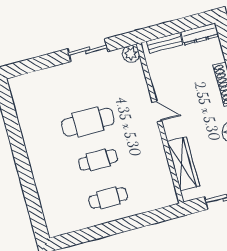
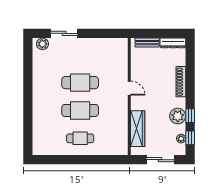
sliding door: (87, 50) -> (64, 33), moved
plant: (131, 54) -> (42, 44), moved
cafe table: (98, 160) -> (80, 110), width x1.37, depth x1.35

